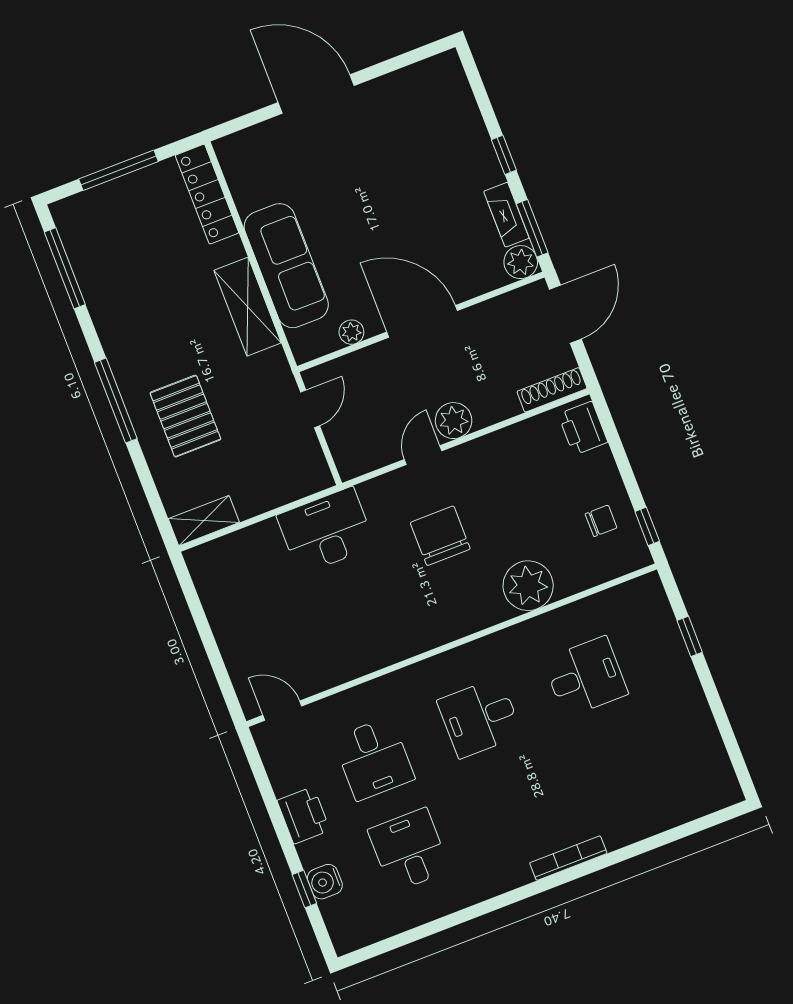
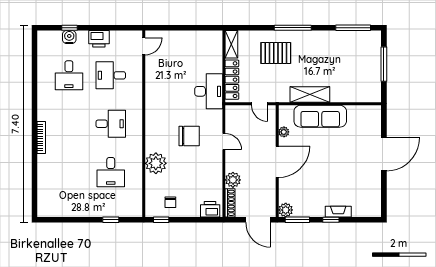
locker: (207, 194) -> (232, 80), moved, turned 90
fireplace: (506, 215) -> (338, 212), moved
plant: (454, 421) -> (233, 180), moved
desk: (480, 718) -> (111, 124), turned 90
desk: (409, 850) -> (69, 75), turned 90

